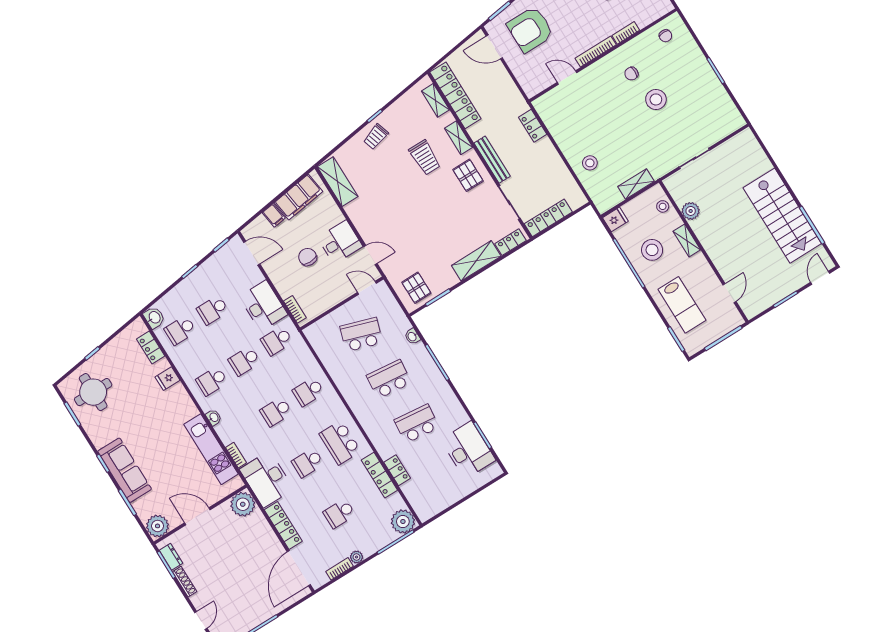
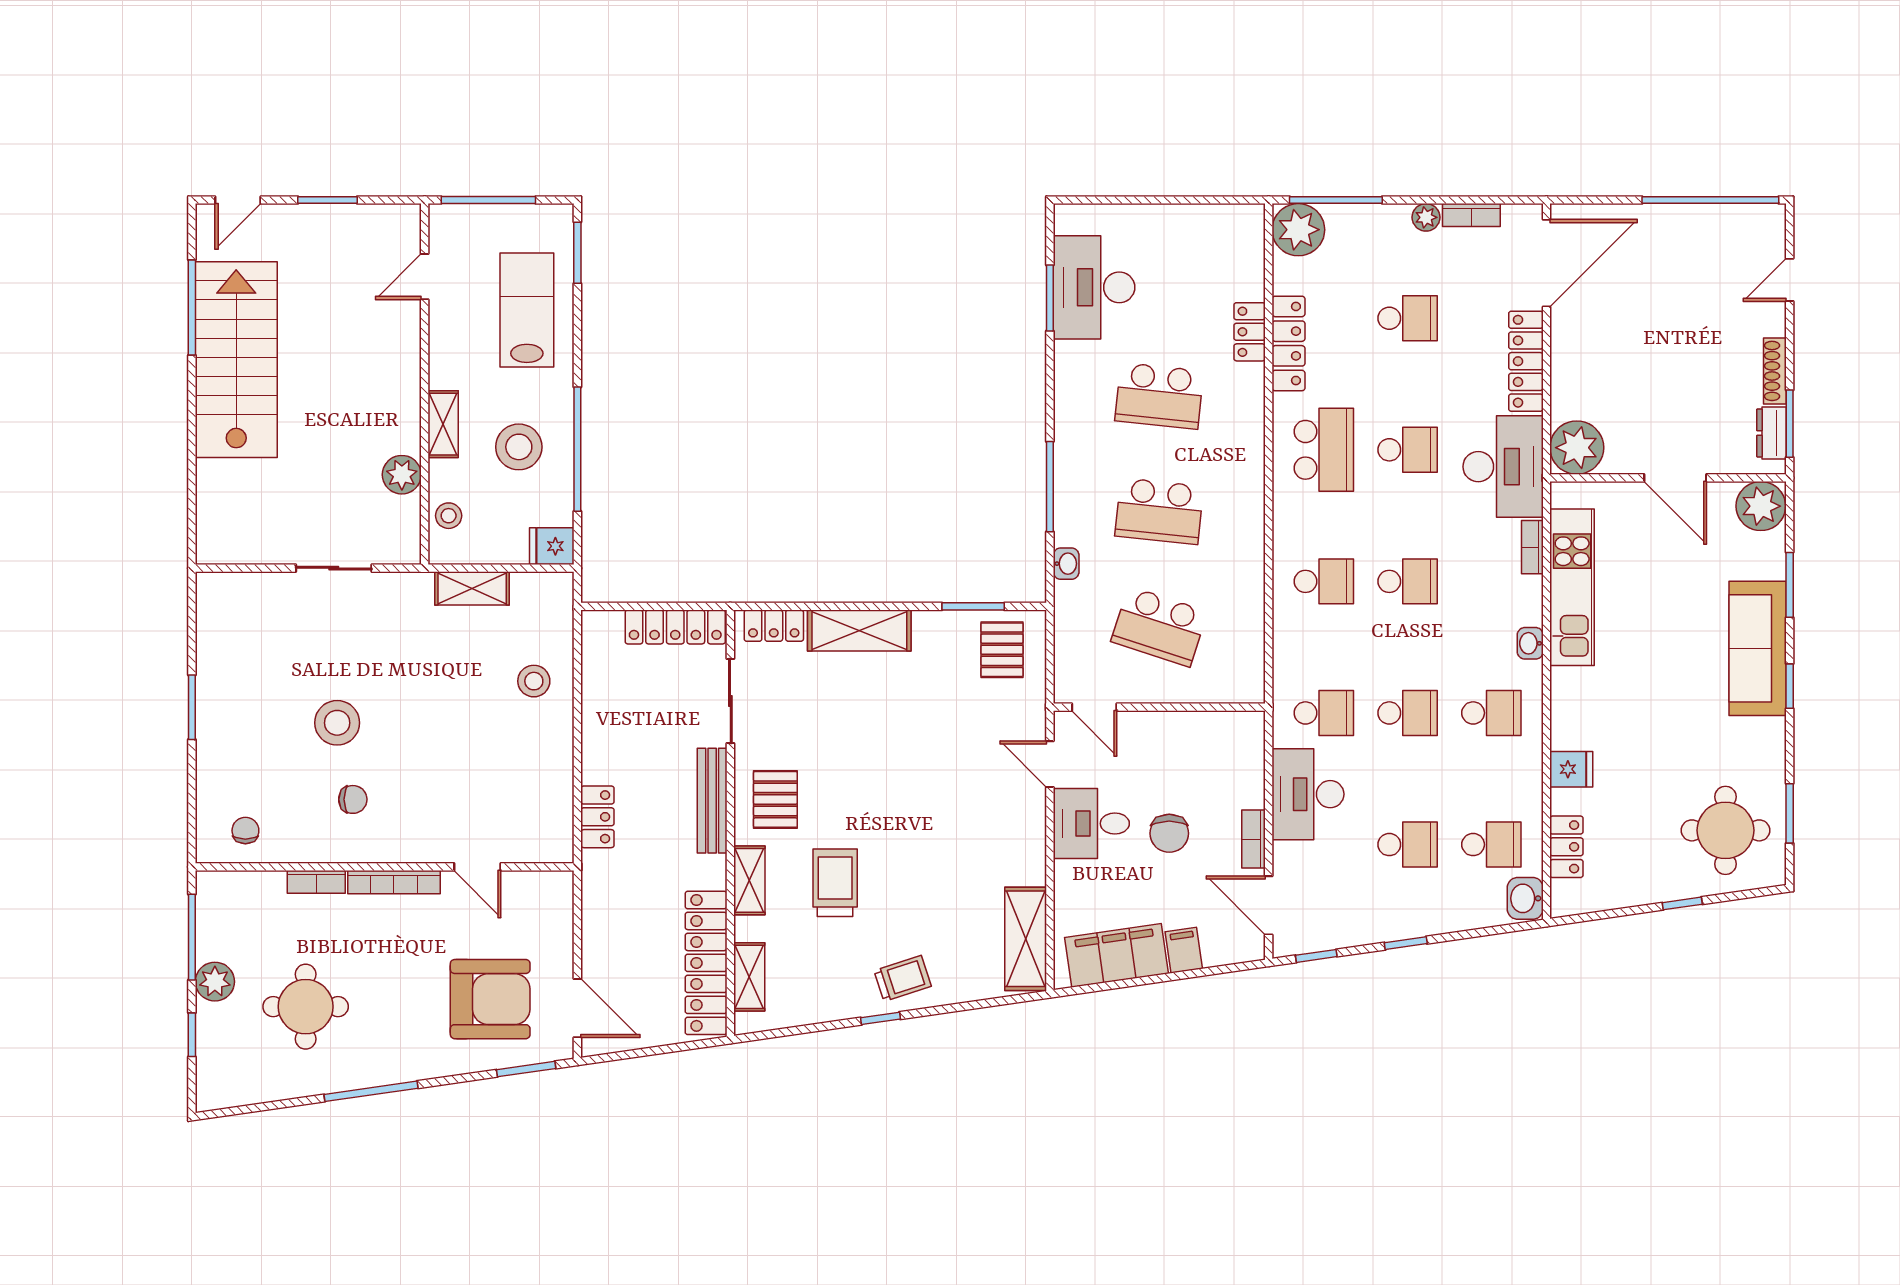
bookcase: (295, 309) -> (1254, 839), moved

